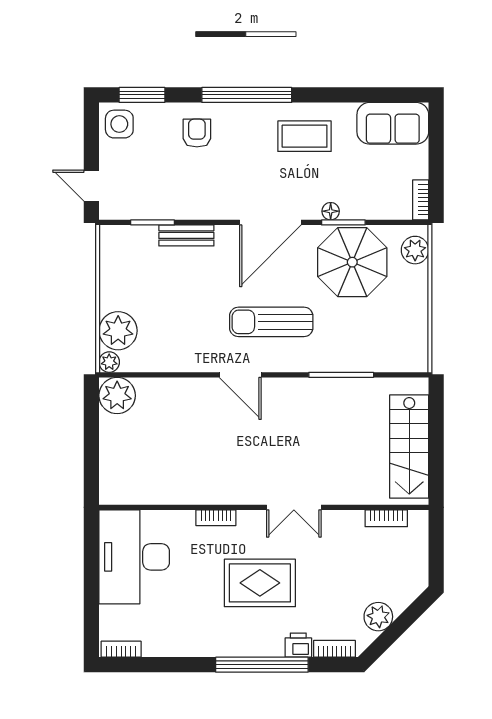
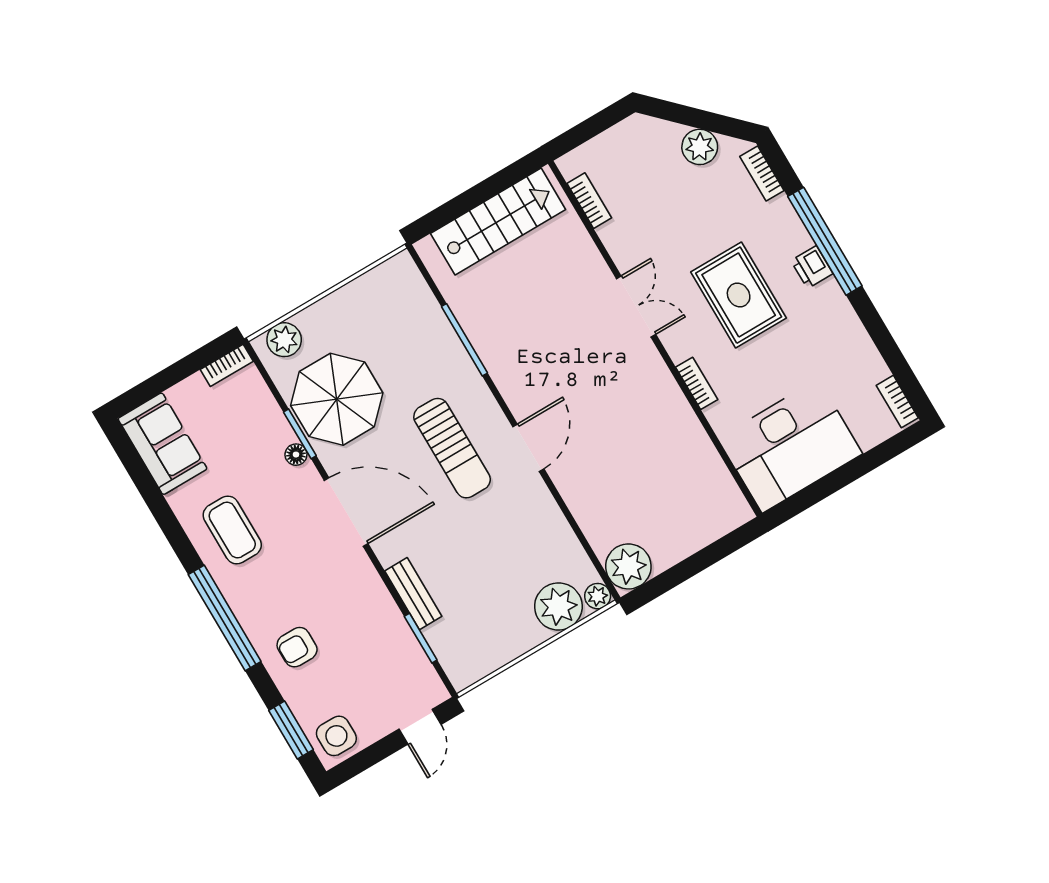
printer: (298, 645) -> (812, 267), moved

